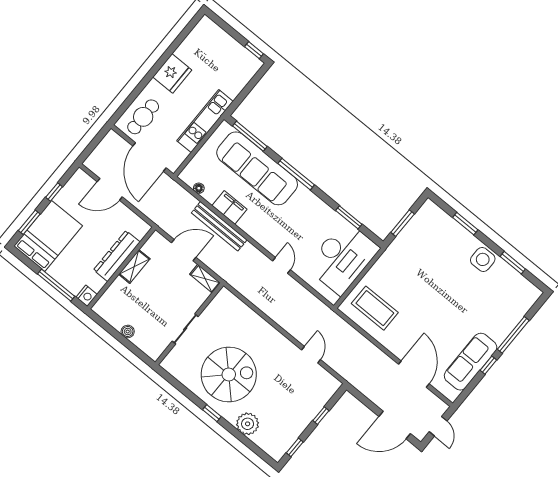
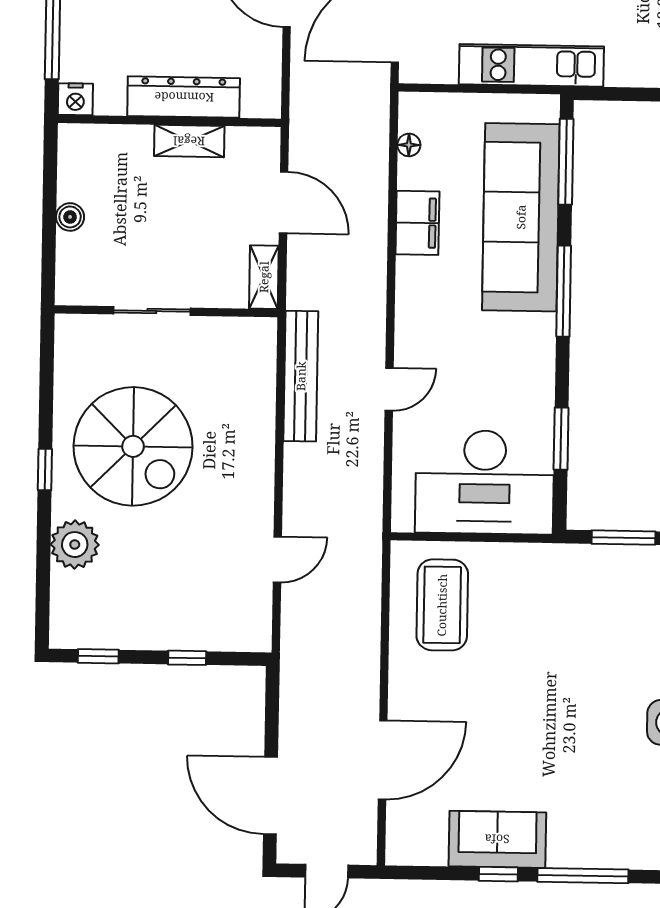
bench: (219, 226) -> (301, 376), moved
sofa: (471, 362) -> (497, 839), width x0.73

